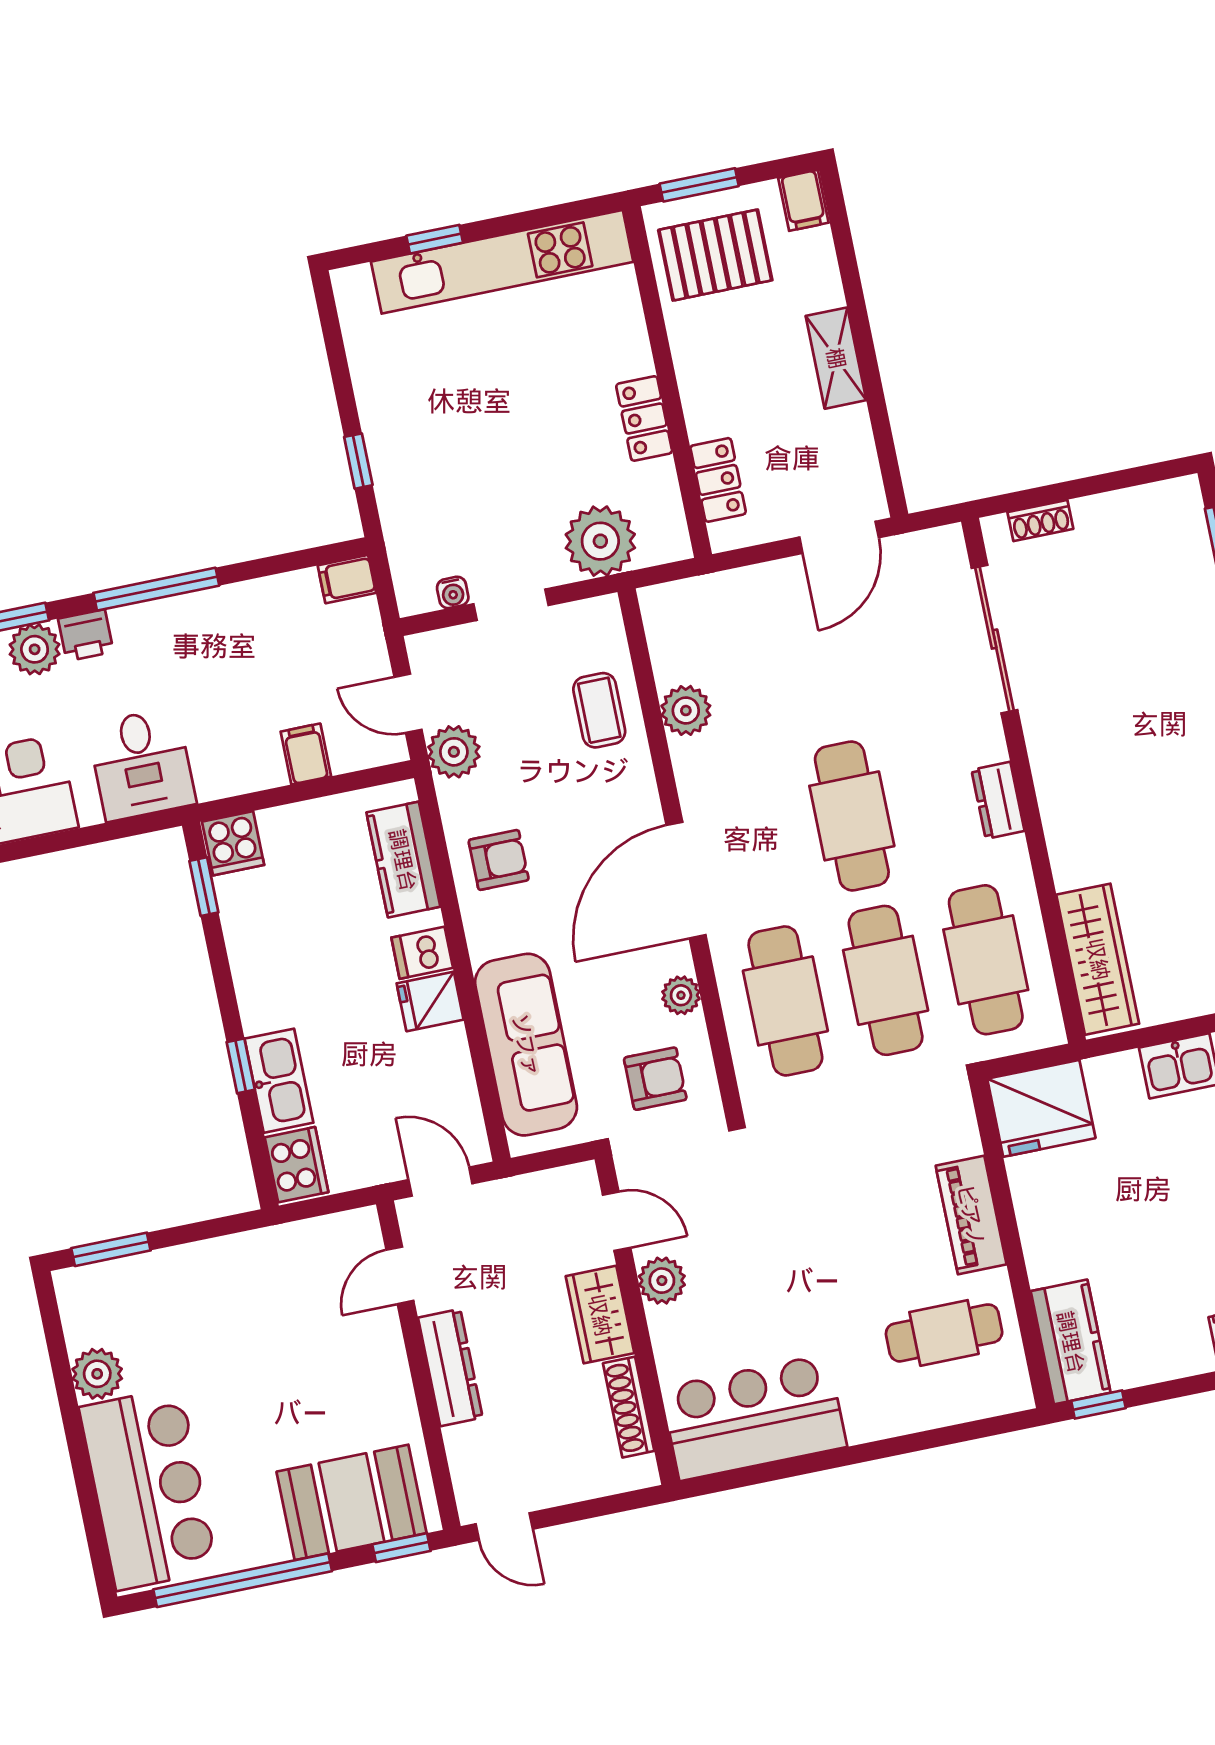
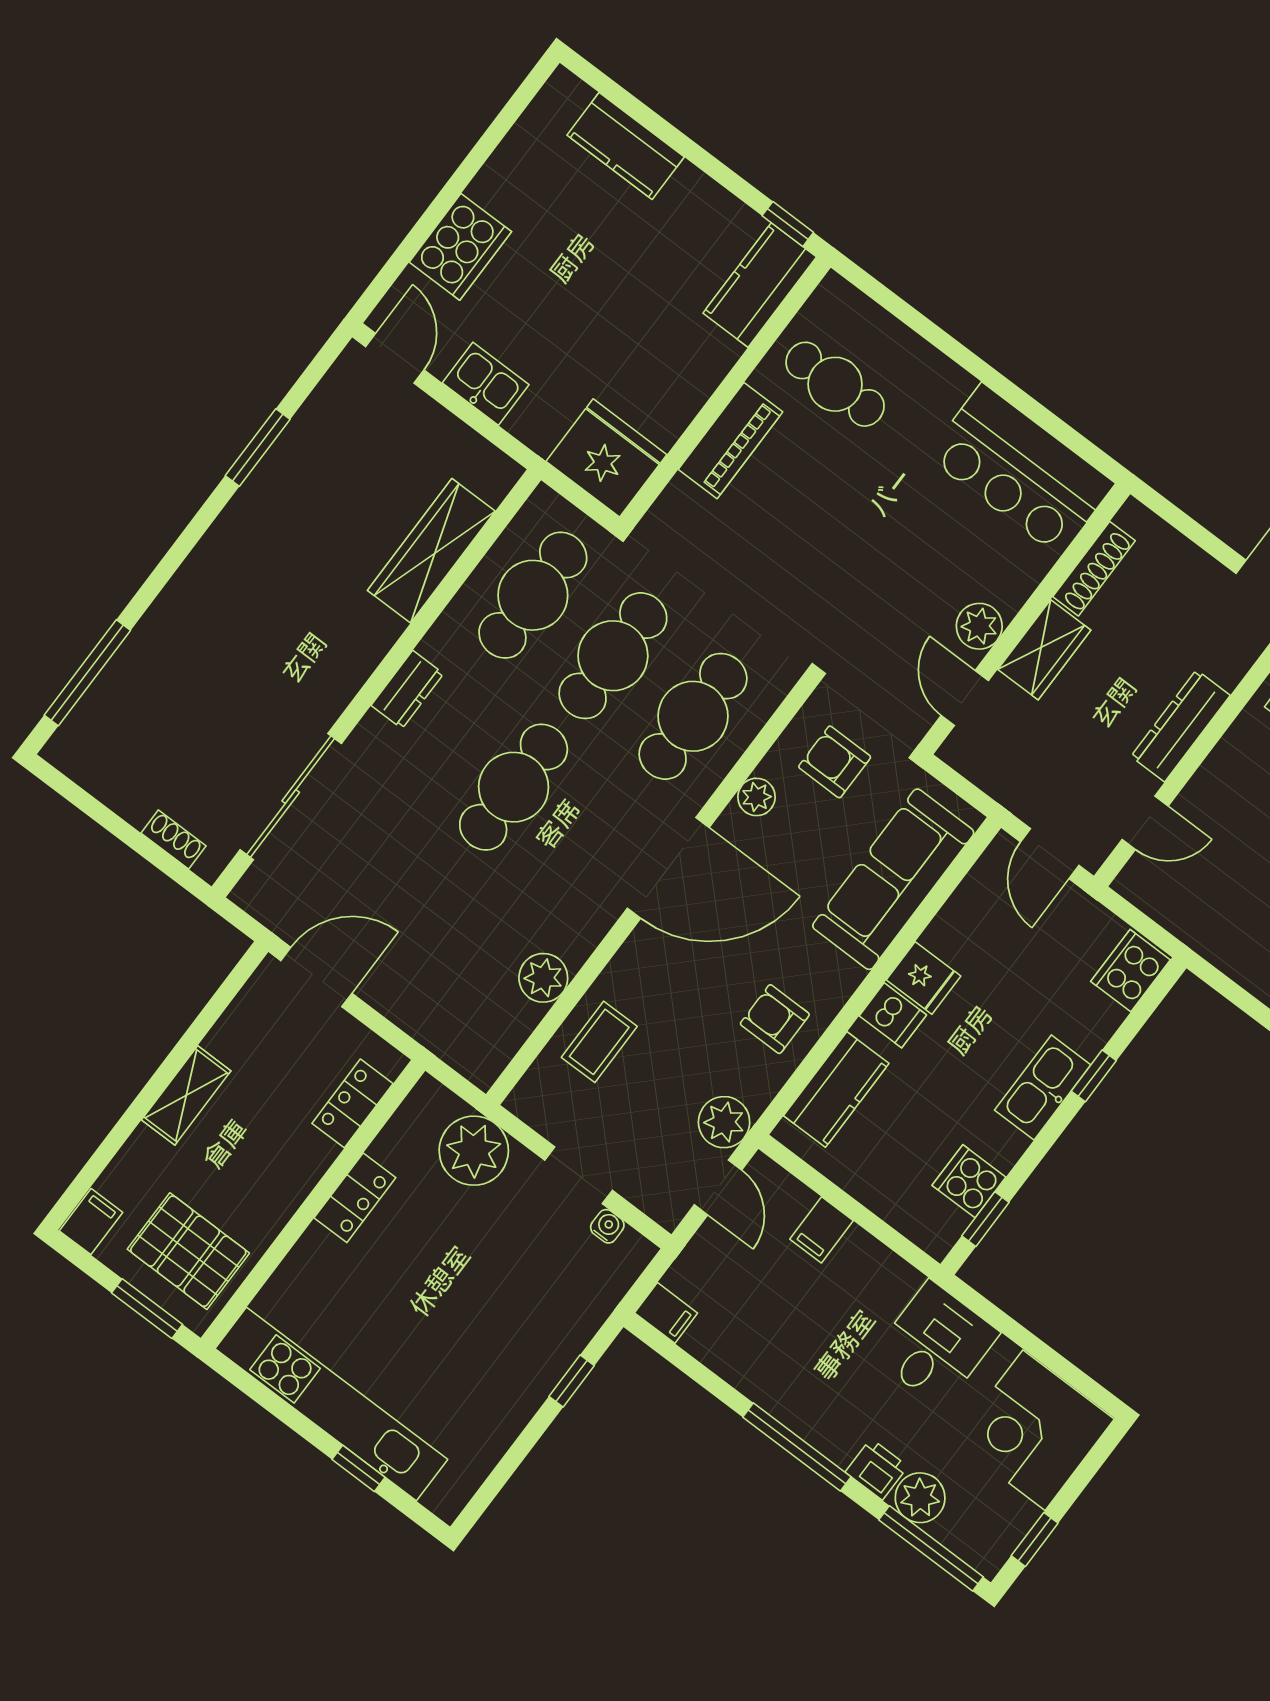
cooker: (233, 843) -> (969, 1181), moved, turned -90
wardrobe: (1098, 959) -> (431, 551), moved
kitchen sink: (279, 1081) -> (1043, 1087), moved

